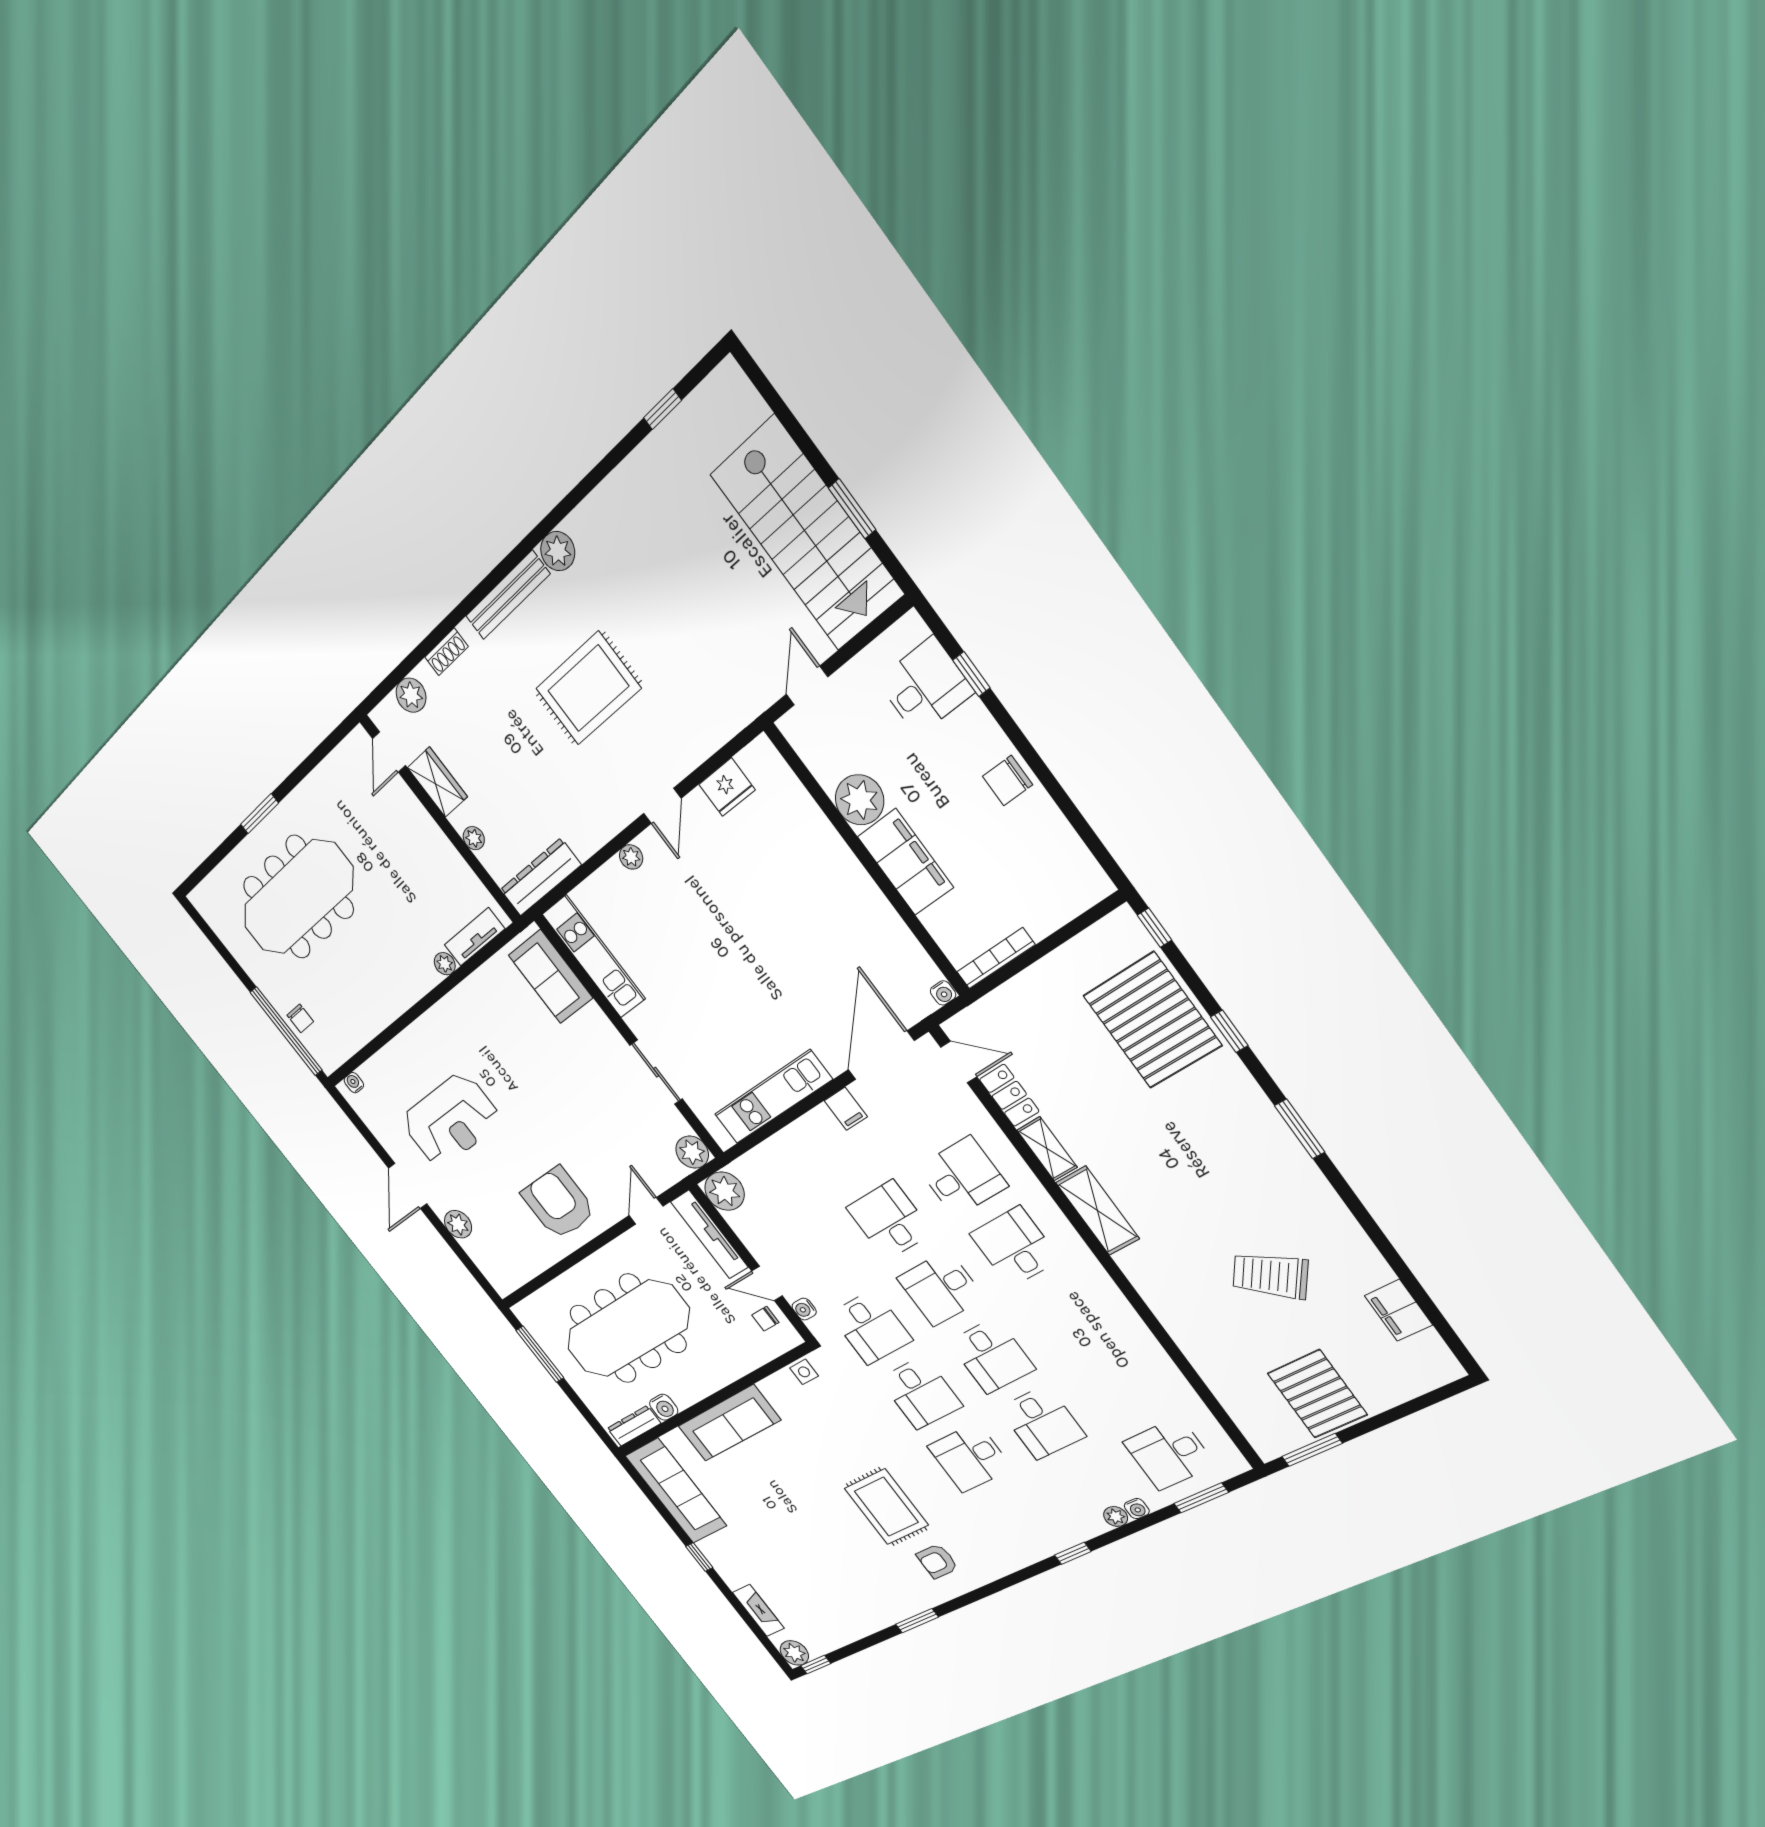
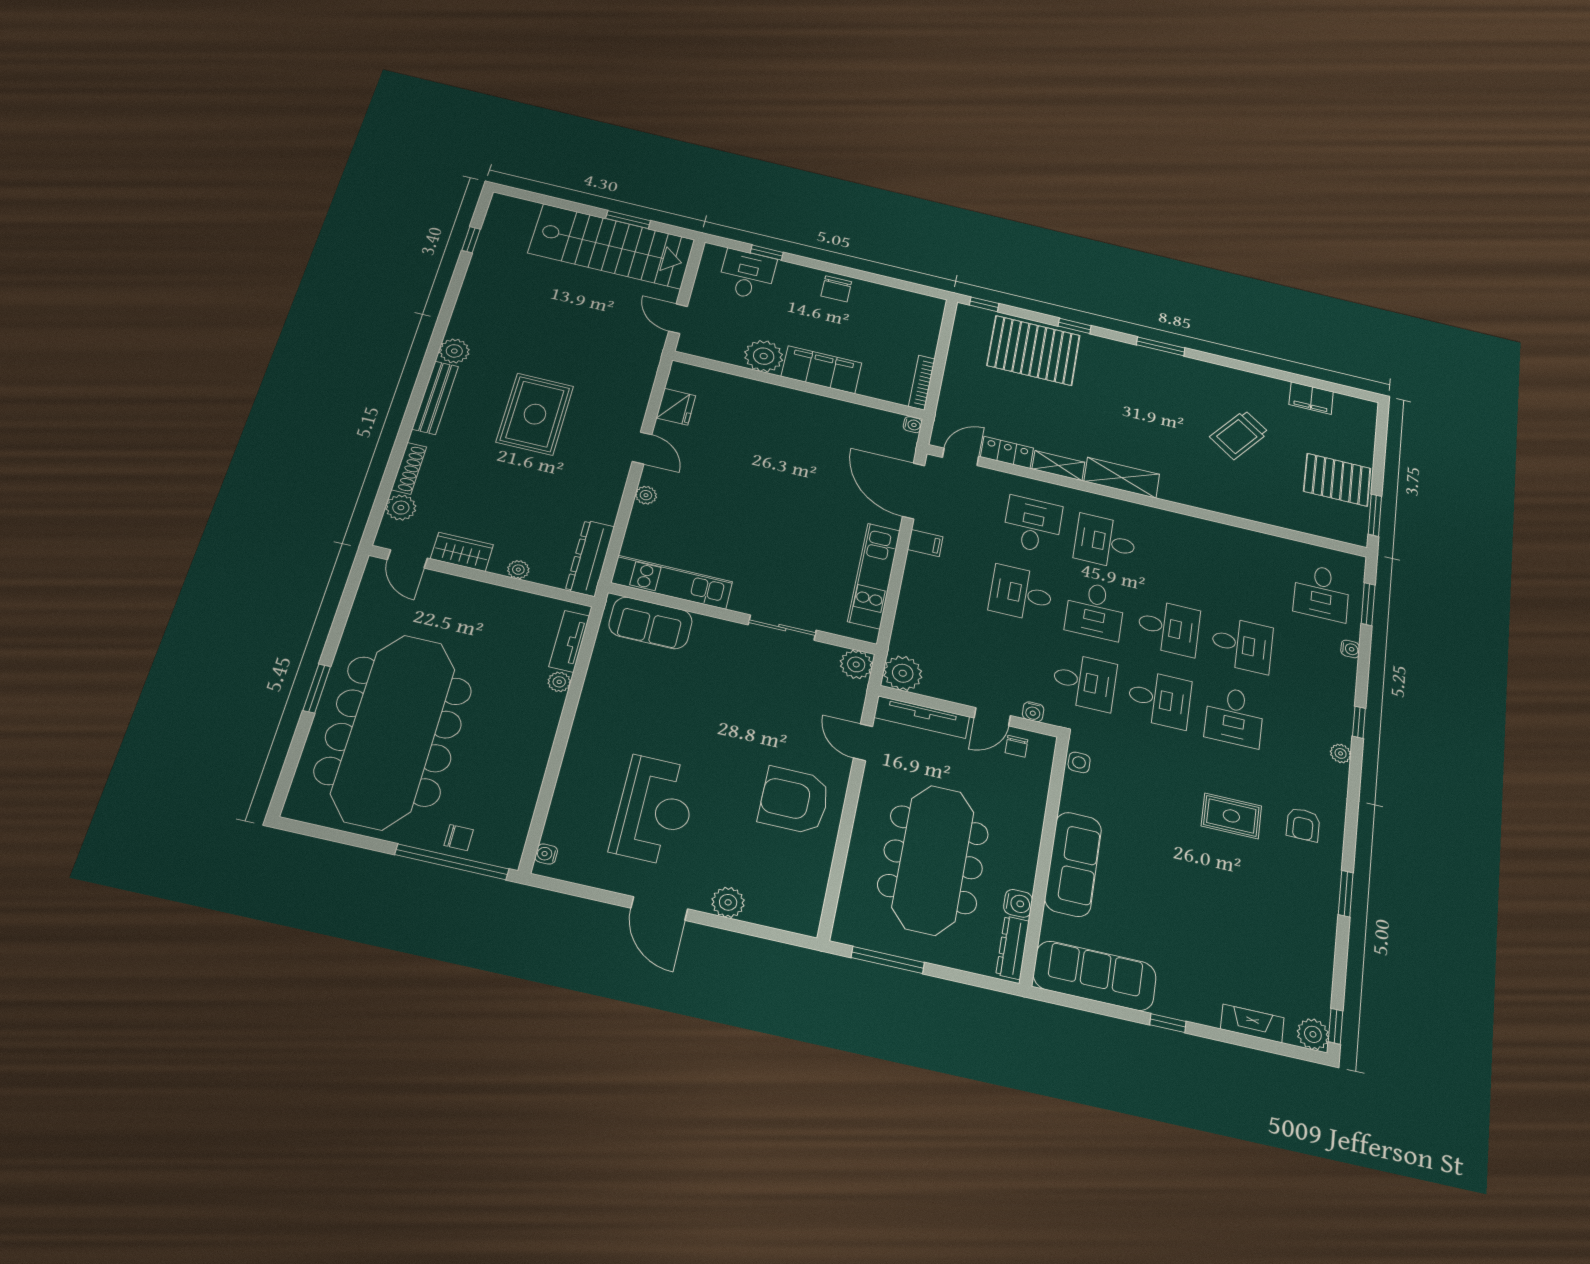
shoe rack: (446, 652) -> (409, 468), width x1.43
meeting table: (298, 897) -> (394, 731), width x1.36, depth x1.27
rug: (886, 1507) -> (1231, 816), width x0.73, depth x0.70
plant: (1116, 1517) -> (1341, 753), moved

